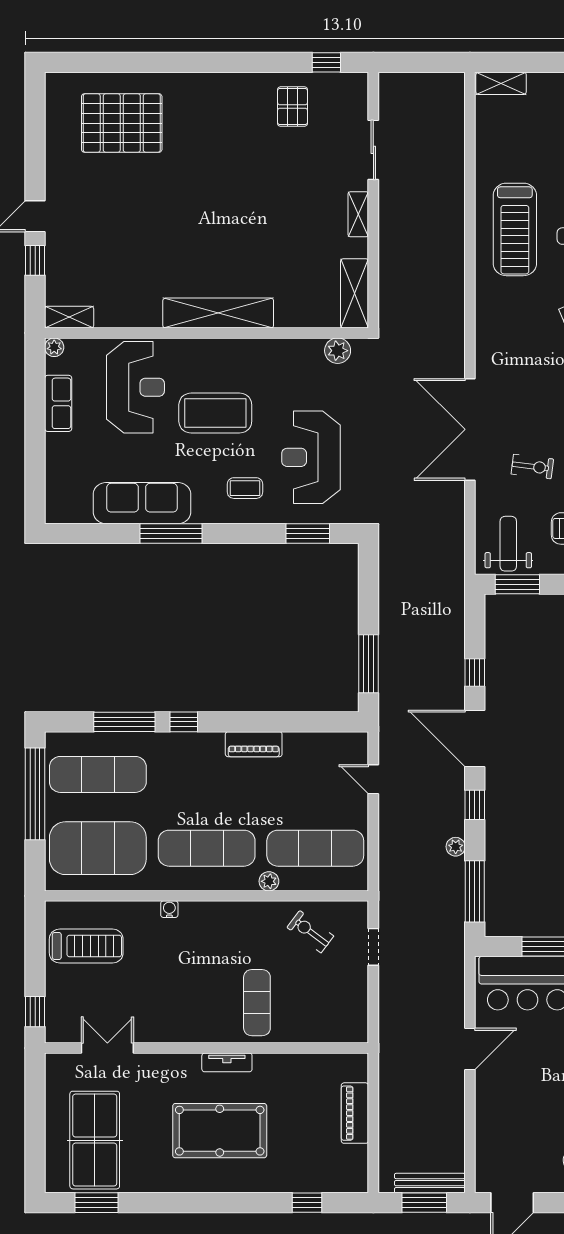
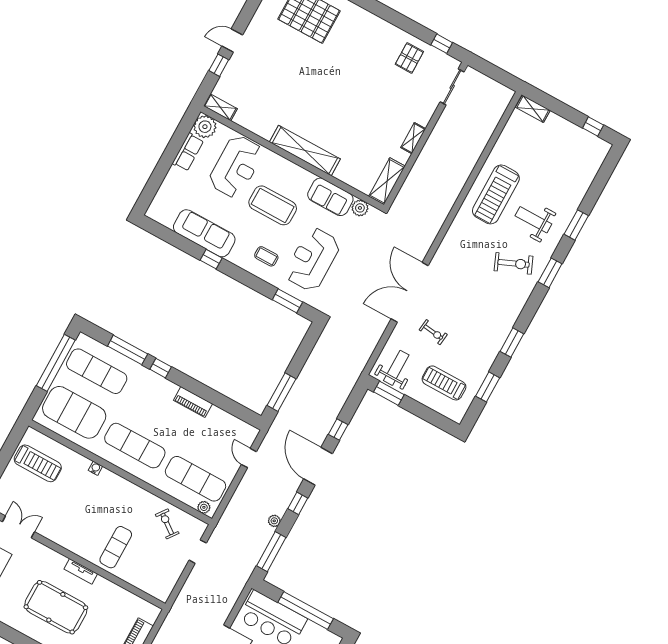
sliding door: (373, 150) -> (452, 87), moved
plant: (54, 347) -> (205, 127), width x1.87, depth x1.87
sofa: (288, 358) -> (330, 197), added
window: (171, 533) -> (211, 259), width x0.46
plant: (269, 881) -> (204, 507), moved

